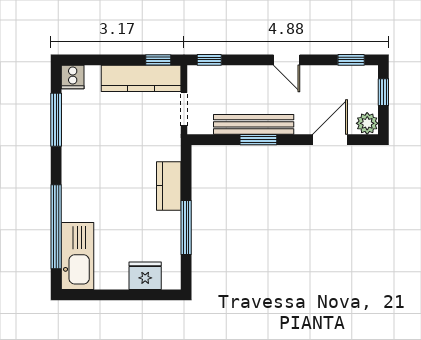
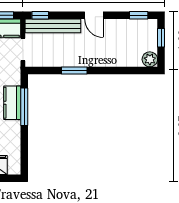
bench: (254, 124) -> (53, 26), moved
door: (330, 140) -> (124, 71), removed
window: (186, 227) -> (24, 107), moved

